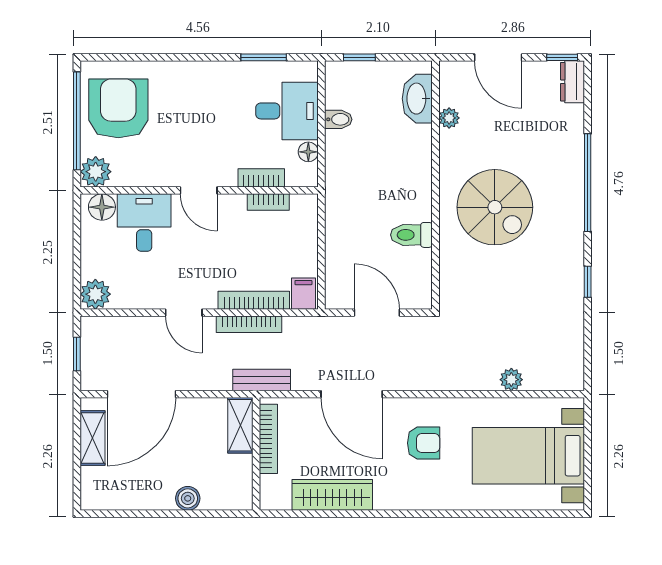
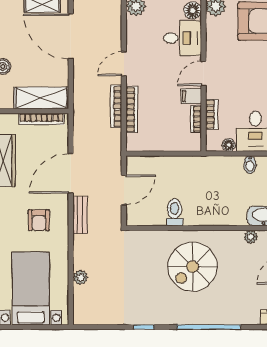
filing cabinet: (303, 294) -> (191, 96), moved, turned 180
bench: (262, 380) -> (80, 215), moved
shelving: (240, 425) -> (41, 98), width x1.50, depth x1.33

